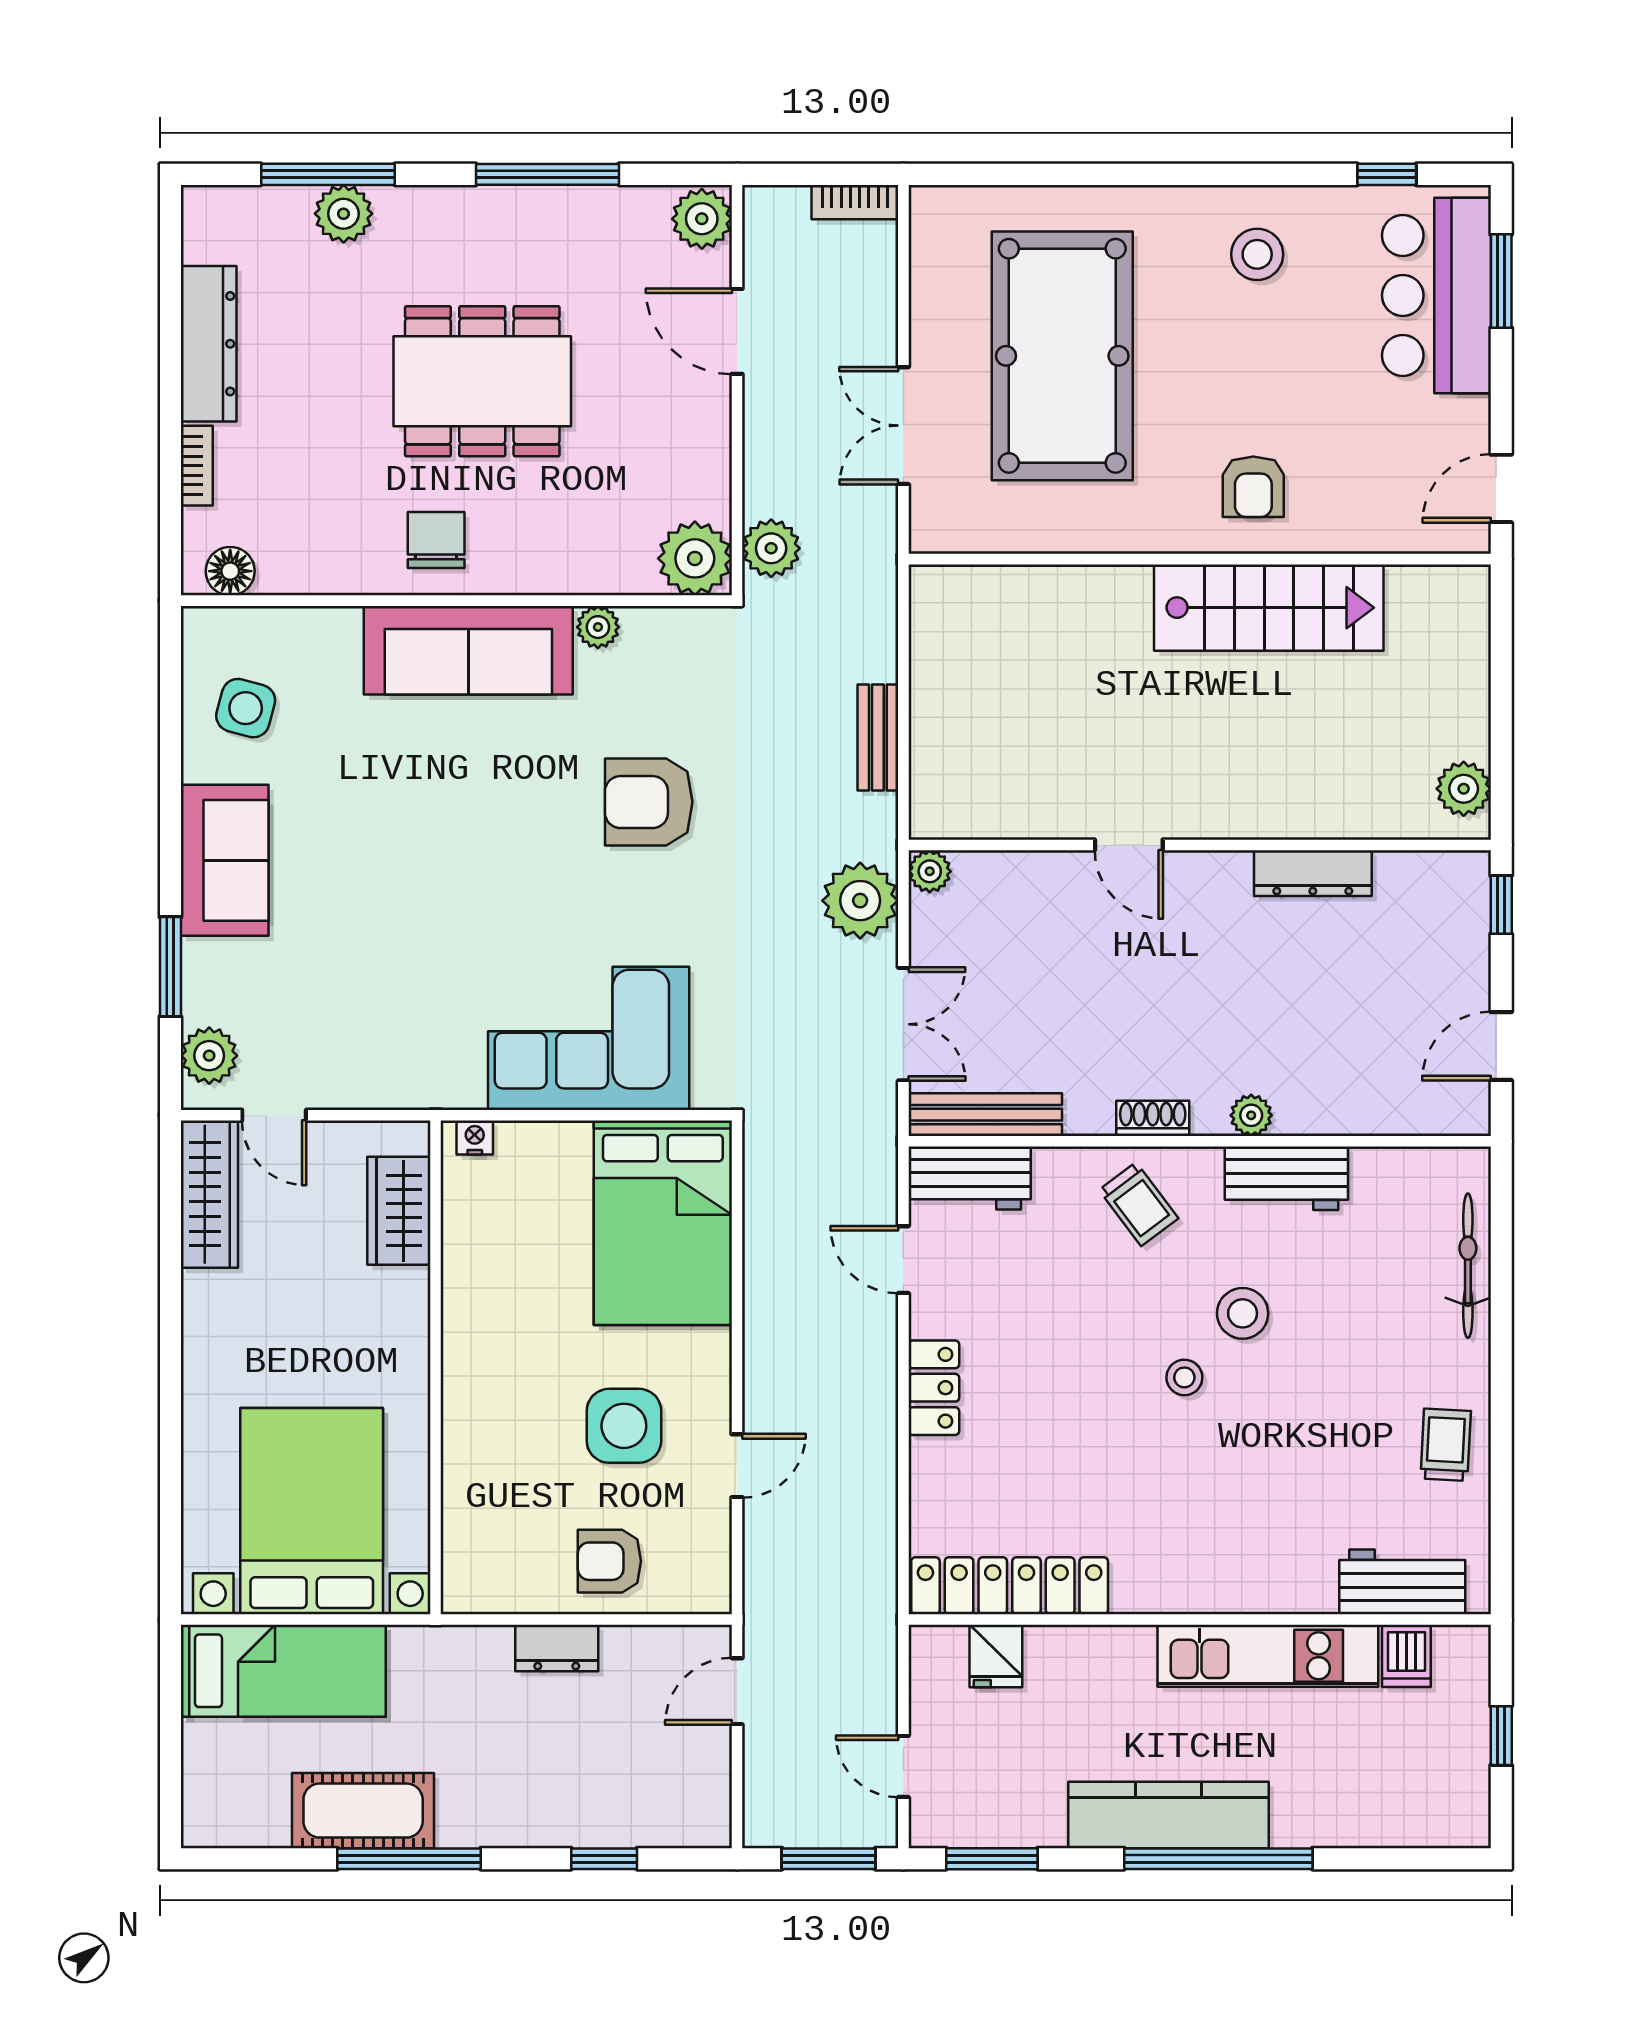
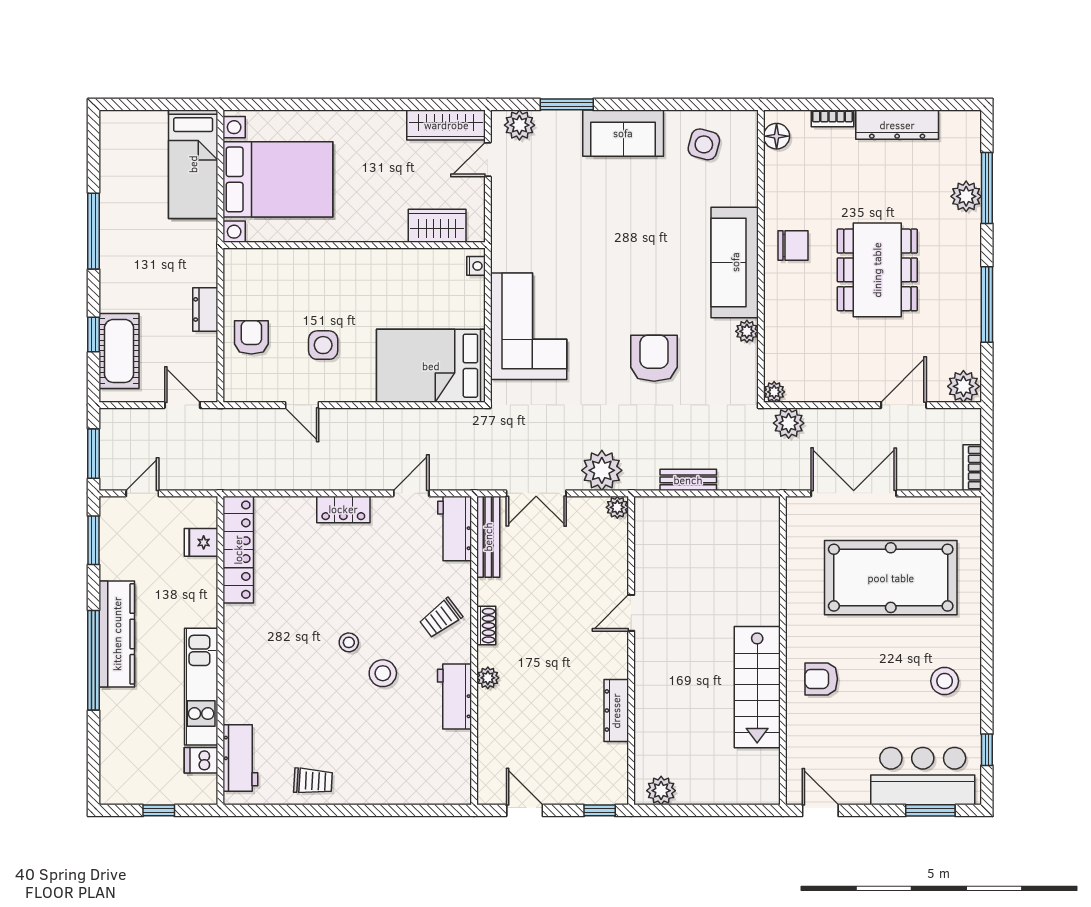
double door: (903, 426) -> (854, 493), width x1.37
plant: (695, 558) -> (774, 392), width x0.53, depth x0.53
bicycle: (1468, 1266) -> (408, 793), removed
side table: (624, 1426) -> (323, 345), width x0.73, depth x0.73
cot: (363, 1811) -> (119, 351), moved

